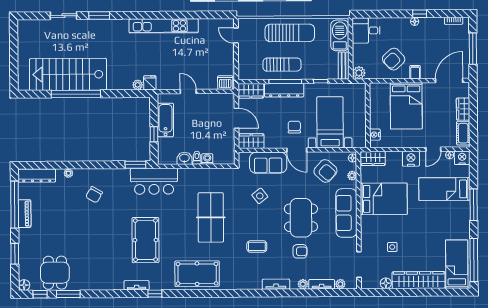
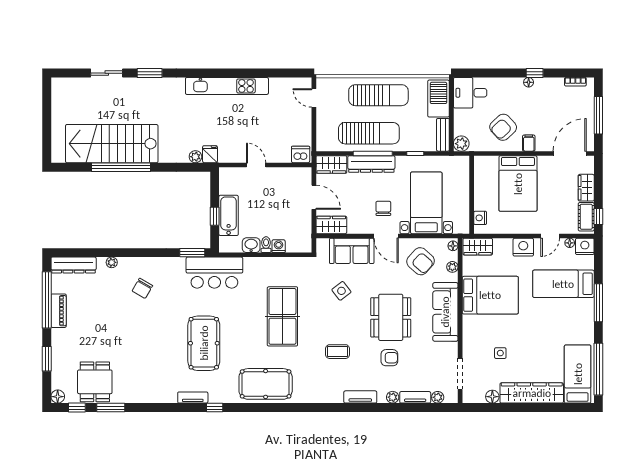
sun lounger: (282, 65) -> (369, 133), width x1.36, depth x1.34
bathtub: (165, 120) -> (229, 215), moved
window: (473, 133) -> (598, 216), added

